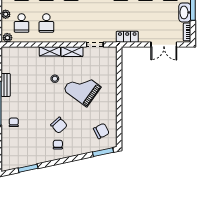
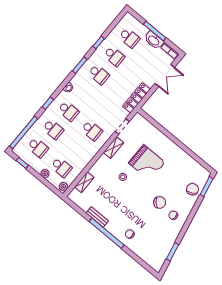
school desk: (46, 23) -> (92, 131), moved
locker: (127, 37) -> (136, 98), width x1.53
shelving: (50, 51) -> (84, 182), moved
grand piano: (82, 88) -> (147, 163), turned -126
chair: (101, 131) -> (192, 189), moved

